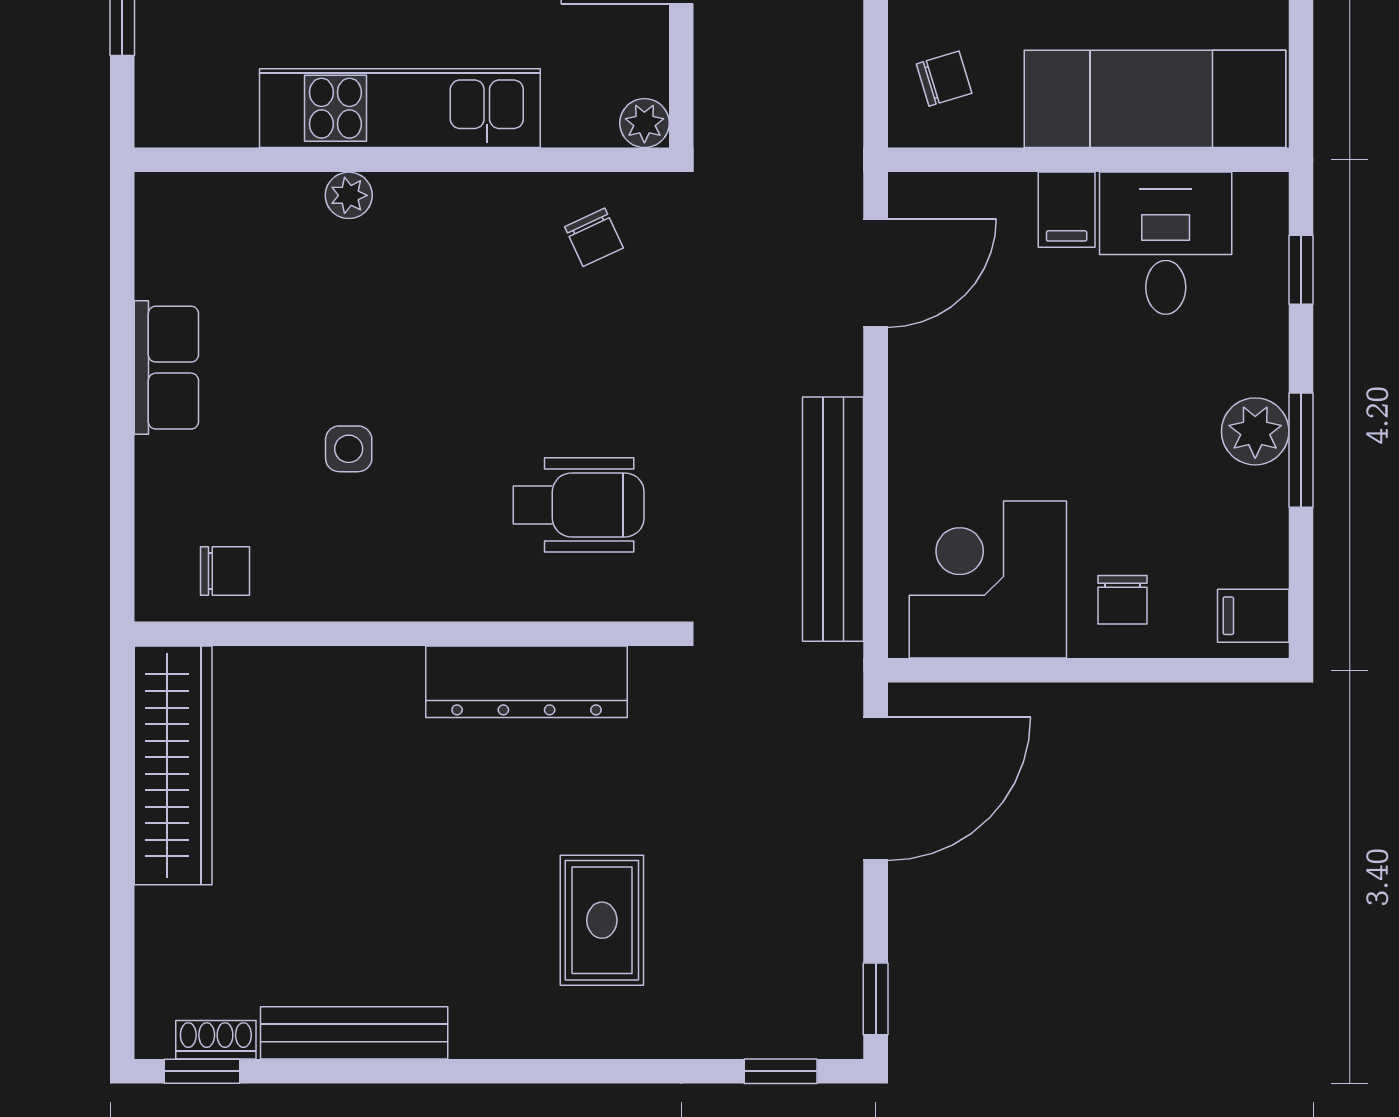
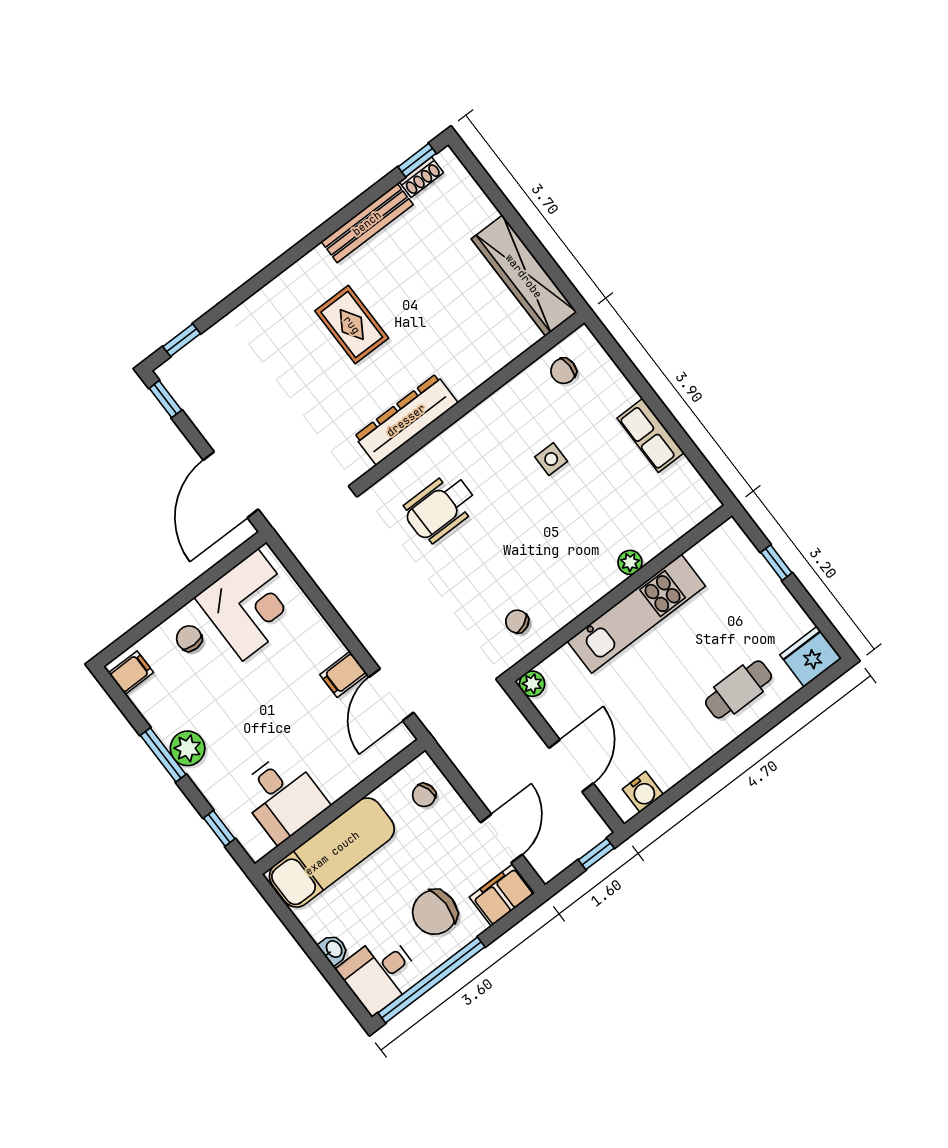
filing cabinet: (1067, 210) -> (344, 674), moved, turned -90
bench: (833, 519) -> (332, 581), removed
rug: (602, 920) -> (352, 325), moved

